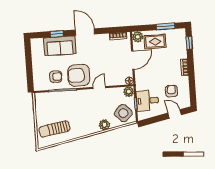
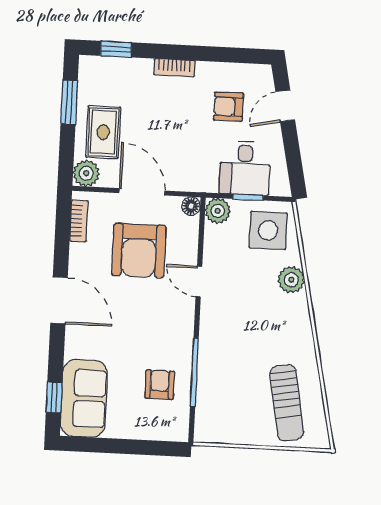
door: (85, 32) -> (59, 300), swing flipped
window: (57, 34) -> (54, 397), moved
sofa: (60, 46) -> (84, 398), moved
armchair: (79, 75) -> (139, 250), moved
side table: (123, 113) -> (268, 230), turned 45

